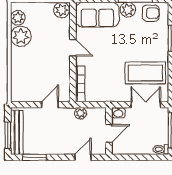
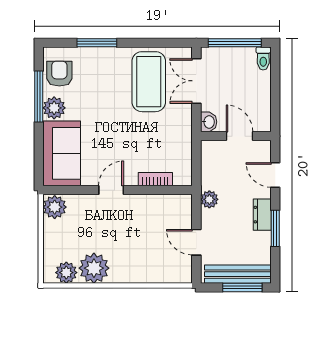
bookcase: (80, 84) -> (155, 179), width x0.64
door: (50, 105) -> (196, 242), moved
plant: (80, 113) -> (209, 199), moved
dresser: (57, 149) -> (262, 215), added
window: (34, 157) -> (275, 228), moved

